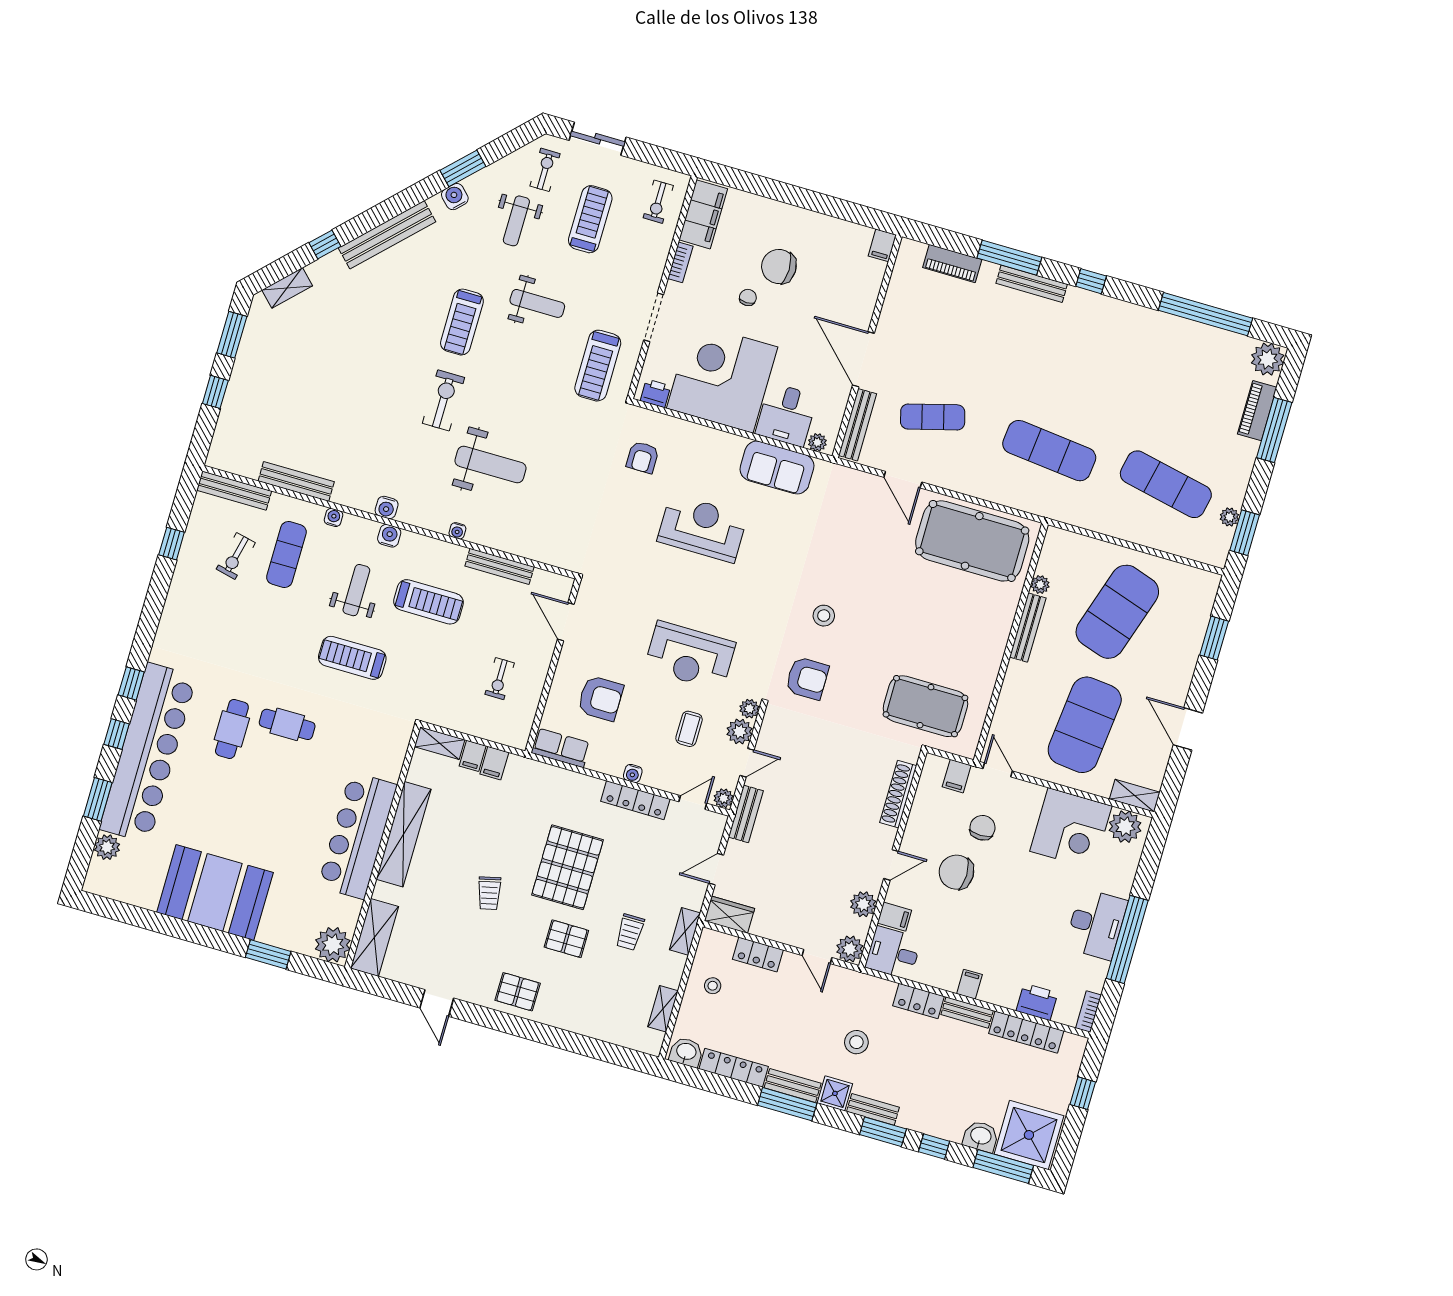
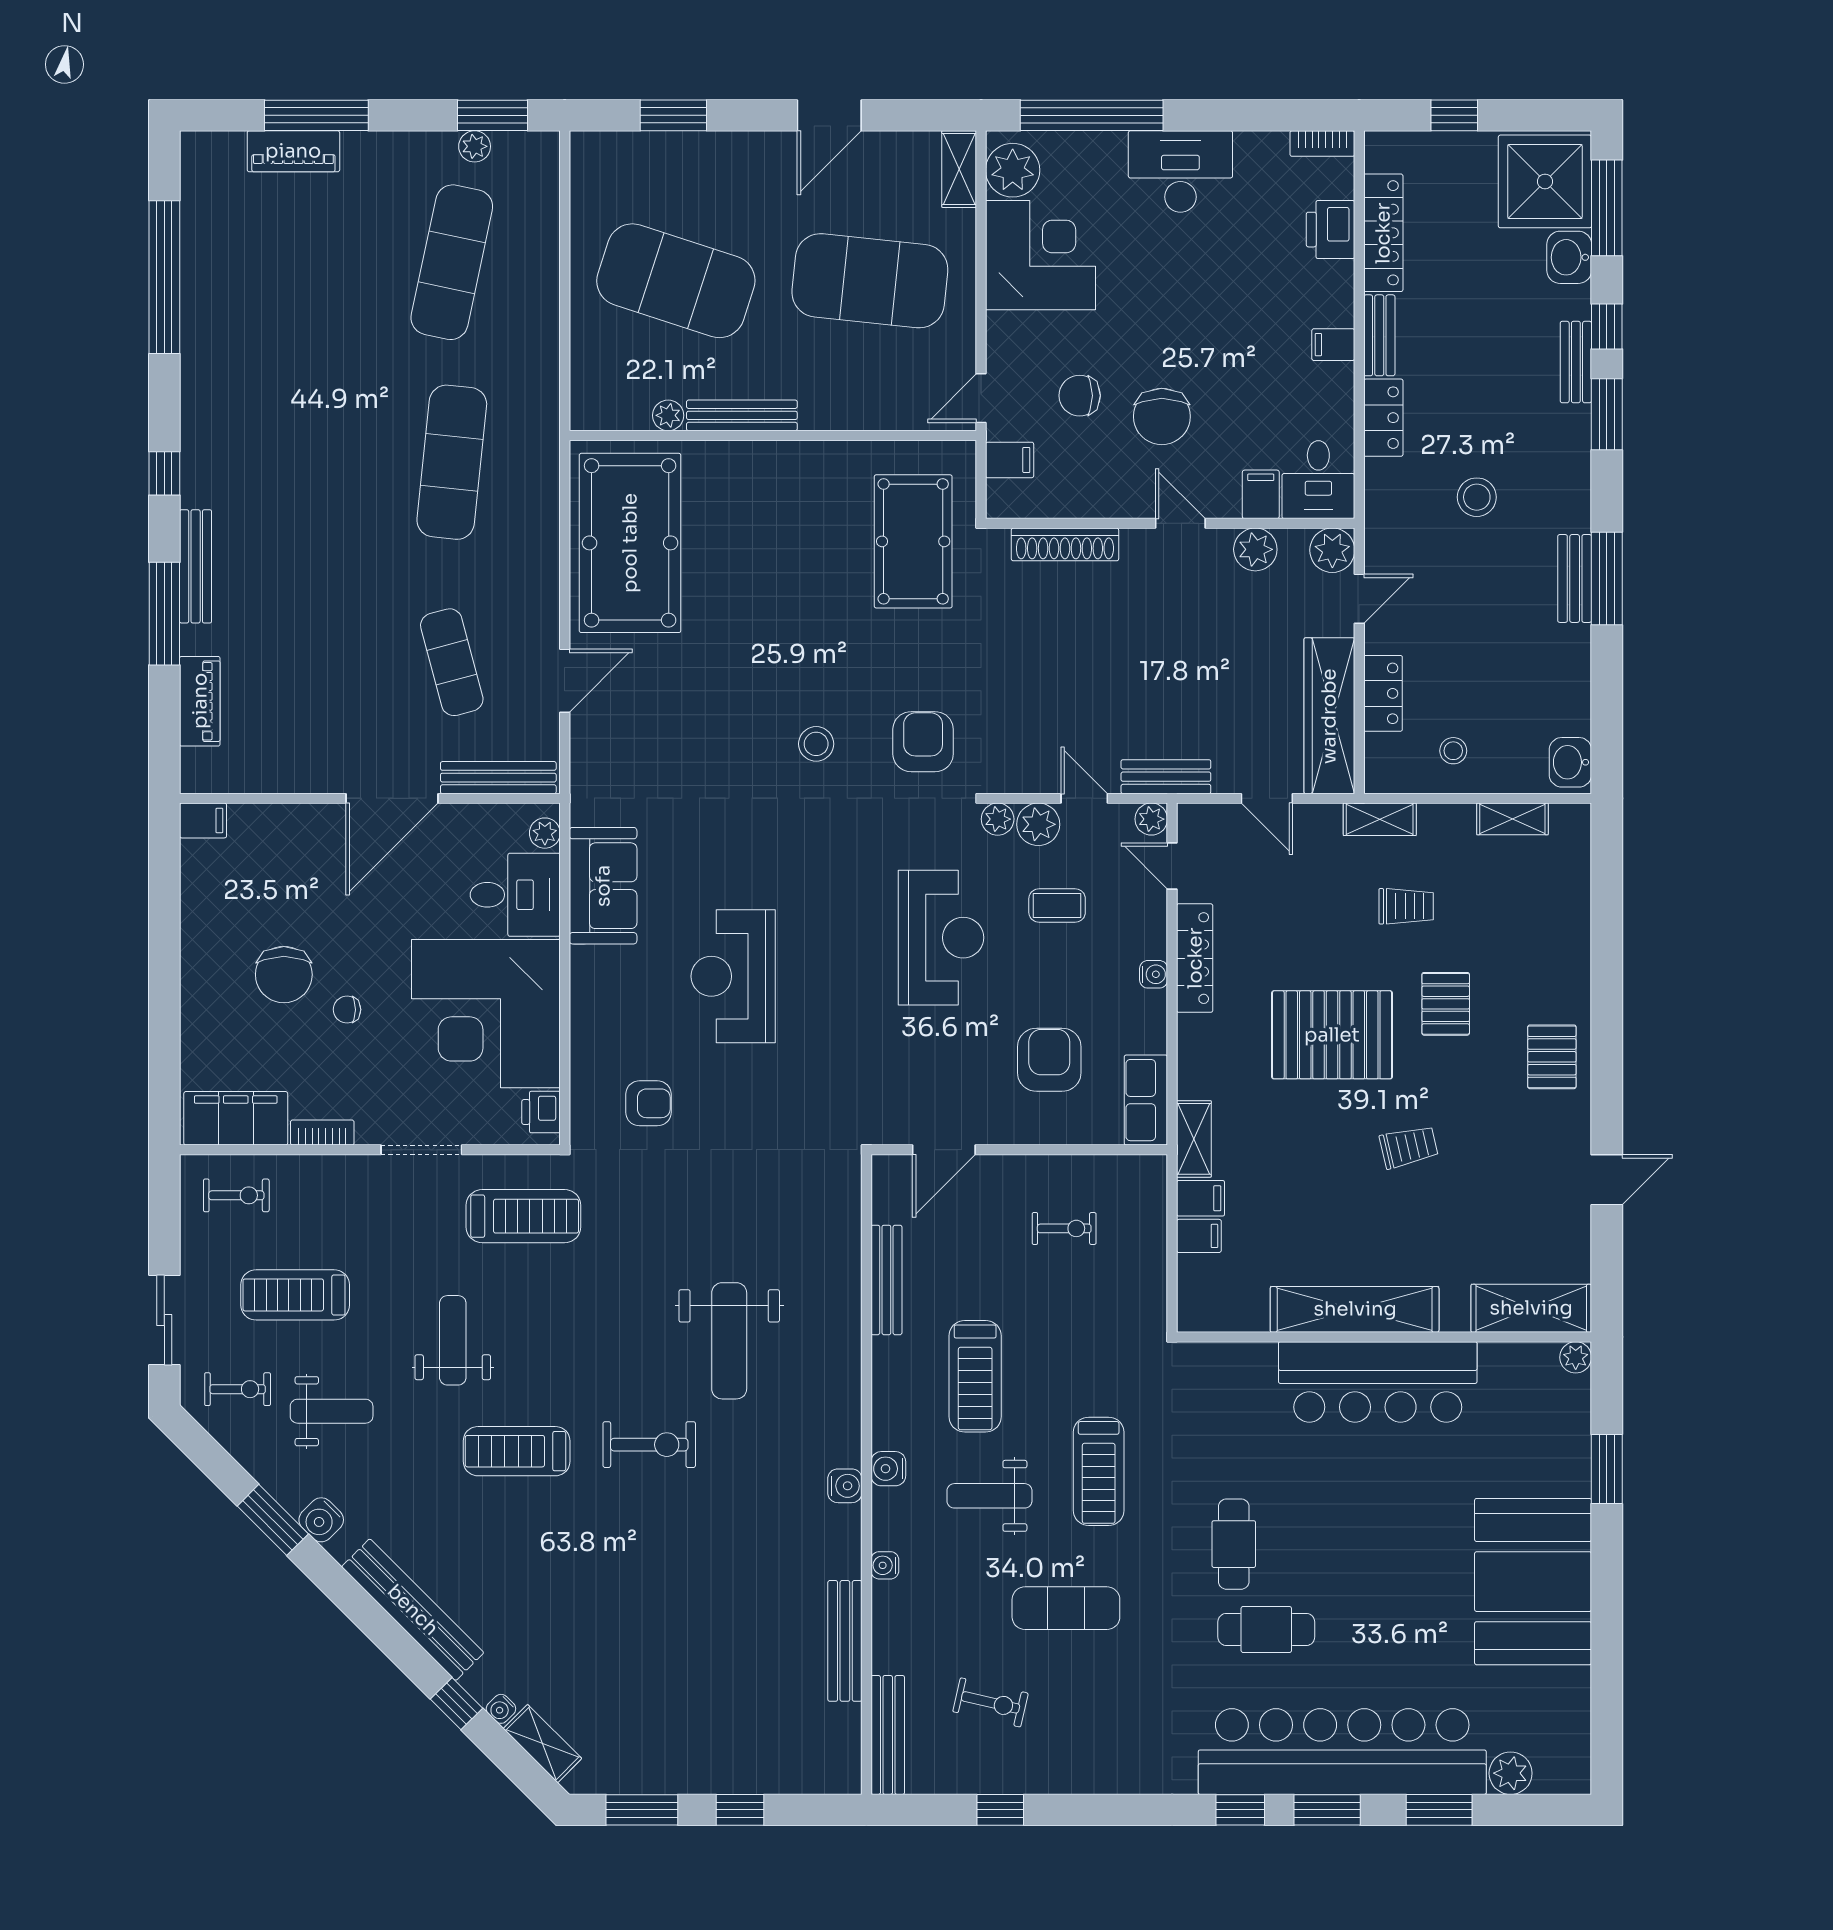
exercise bike: (545, 170) -> (238, 1389), turned 180
treadmill: (462, 322) -> (517, 1451), turned 180
plant: (1268, 359) -> (207, 158), removed
exercise bike: (443, 400) -> (649, 1445), turned 180
weight bench: (490, 464) -> (729, 1341), turned 180
water cooler: (457, 531) -> (501, 1709), moved, turned 135
exercise mat: (286, 554) -> (1066, 1608), moved
treadmill: (429, 602) -> (975, 1376), turned 180
window: (117, 734) -> (1327, 1810), width x1.50
shelving: (440, 743) -> (1194, 1139), moved
wardrobe: (729, 915) -> (1329, 716), width x2.10, depth x1.17
window: (1127, 939) -> (1092, 115), moved
plant: (333, 945) -> (1576, 1357), width x0.53, depth x0.53
locker: (734, 1068) -> (1573, 680), removed
shower: (835, 1093) -> (1568, 508), removed
bench: (873, 1109) -> (1576, 362), moved

